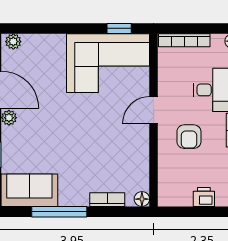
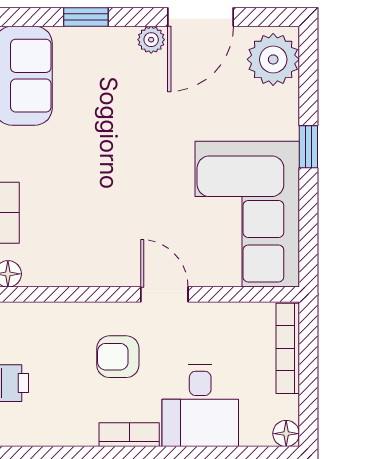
window: (119, 28) -> (308, 147), moved
plant: (13, 42) -> (273, 59), width x1.88, depth x1.88

